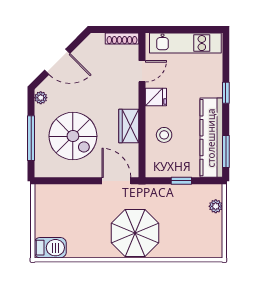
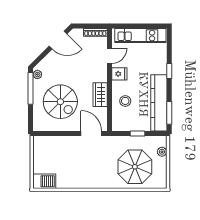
door: (57, 62) -> (58, 40), moved
window: (31, 138) -> (31, 88), moved
parasol: (135, 233) -> (135, 167), moved

